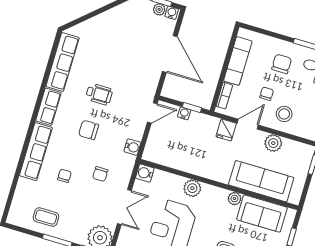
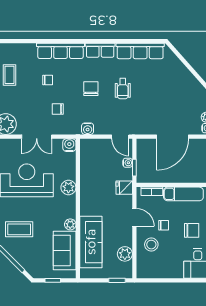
fridge: (226, 130) -> (124, 188), moved
plant: (273, 143) -> (125, 254), moved

